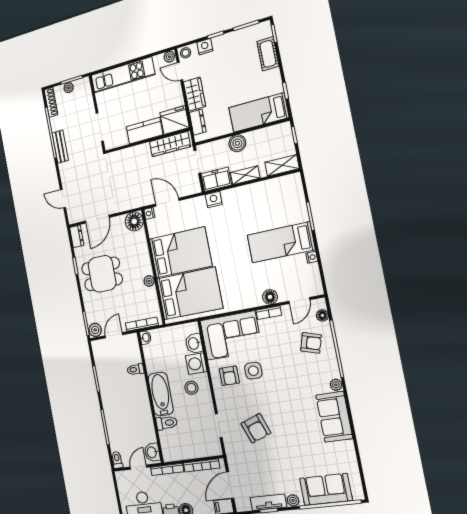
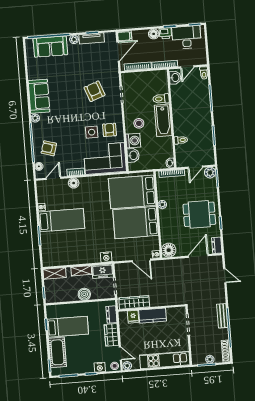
cot: (268, 54) -> (57, 352), width x1.37, depth x1.34
bed: (259, 113) -> (68, 327), moved
fridge: (174, 120) -> (133, 317), width x0.53, depth x0.75

